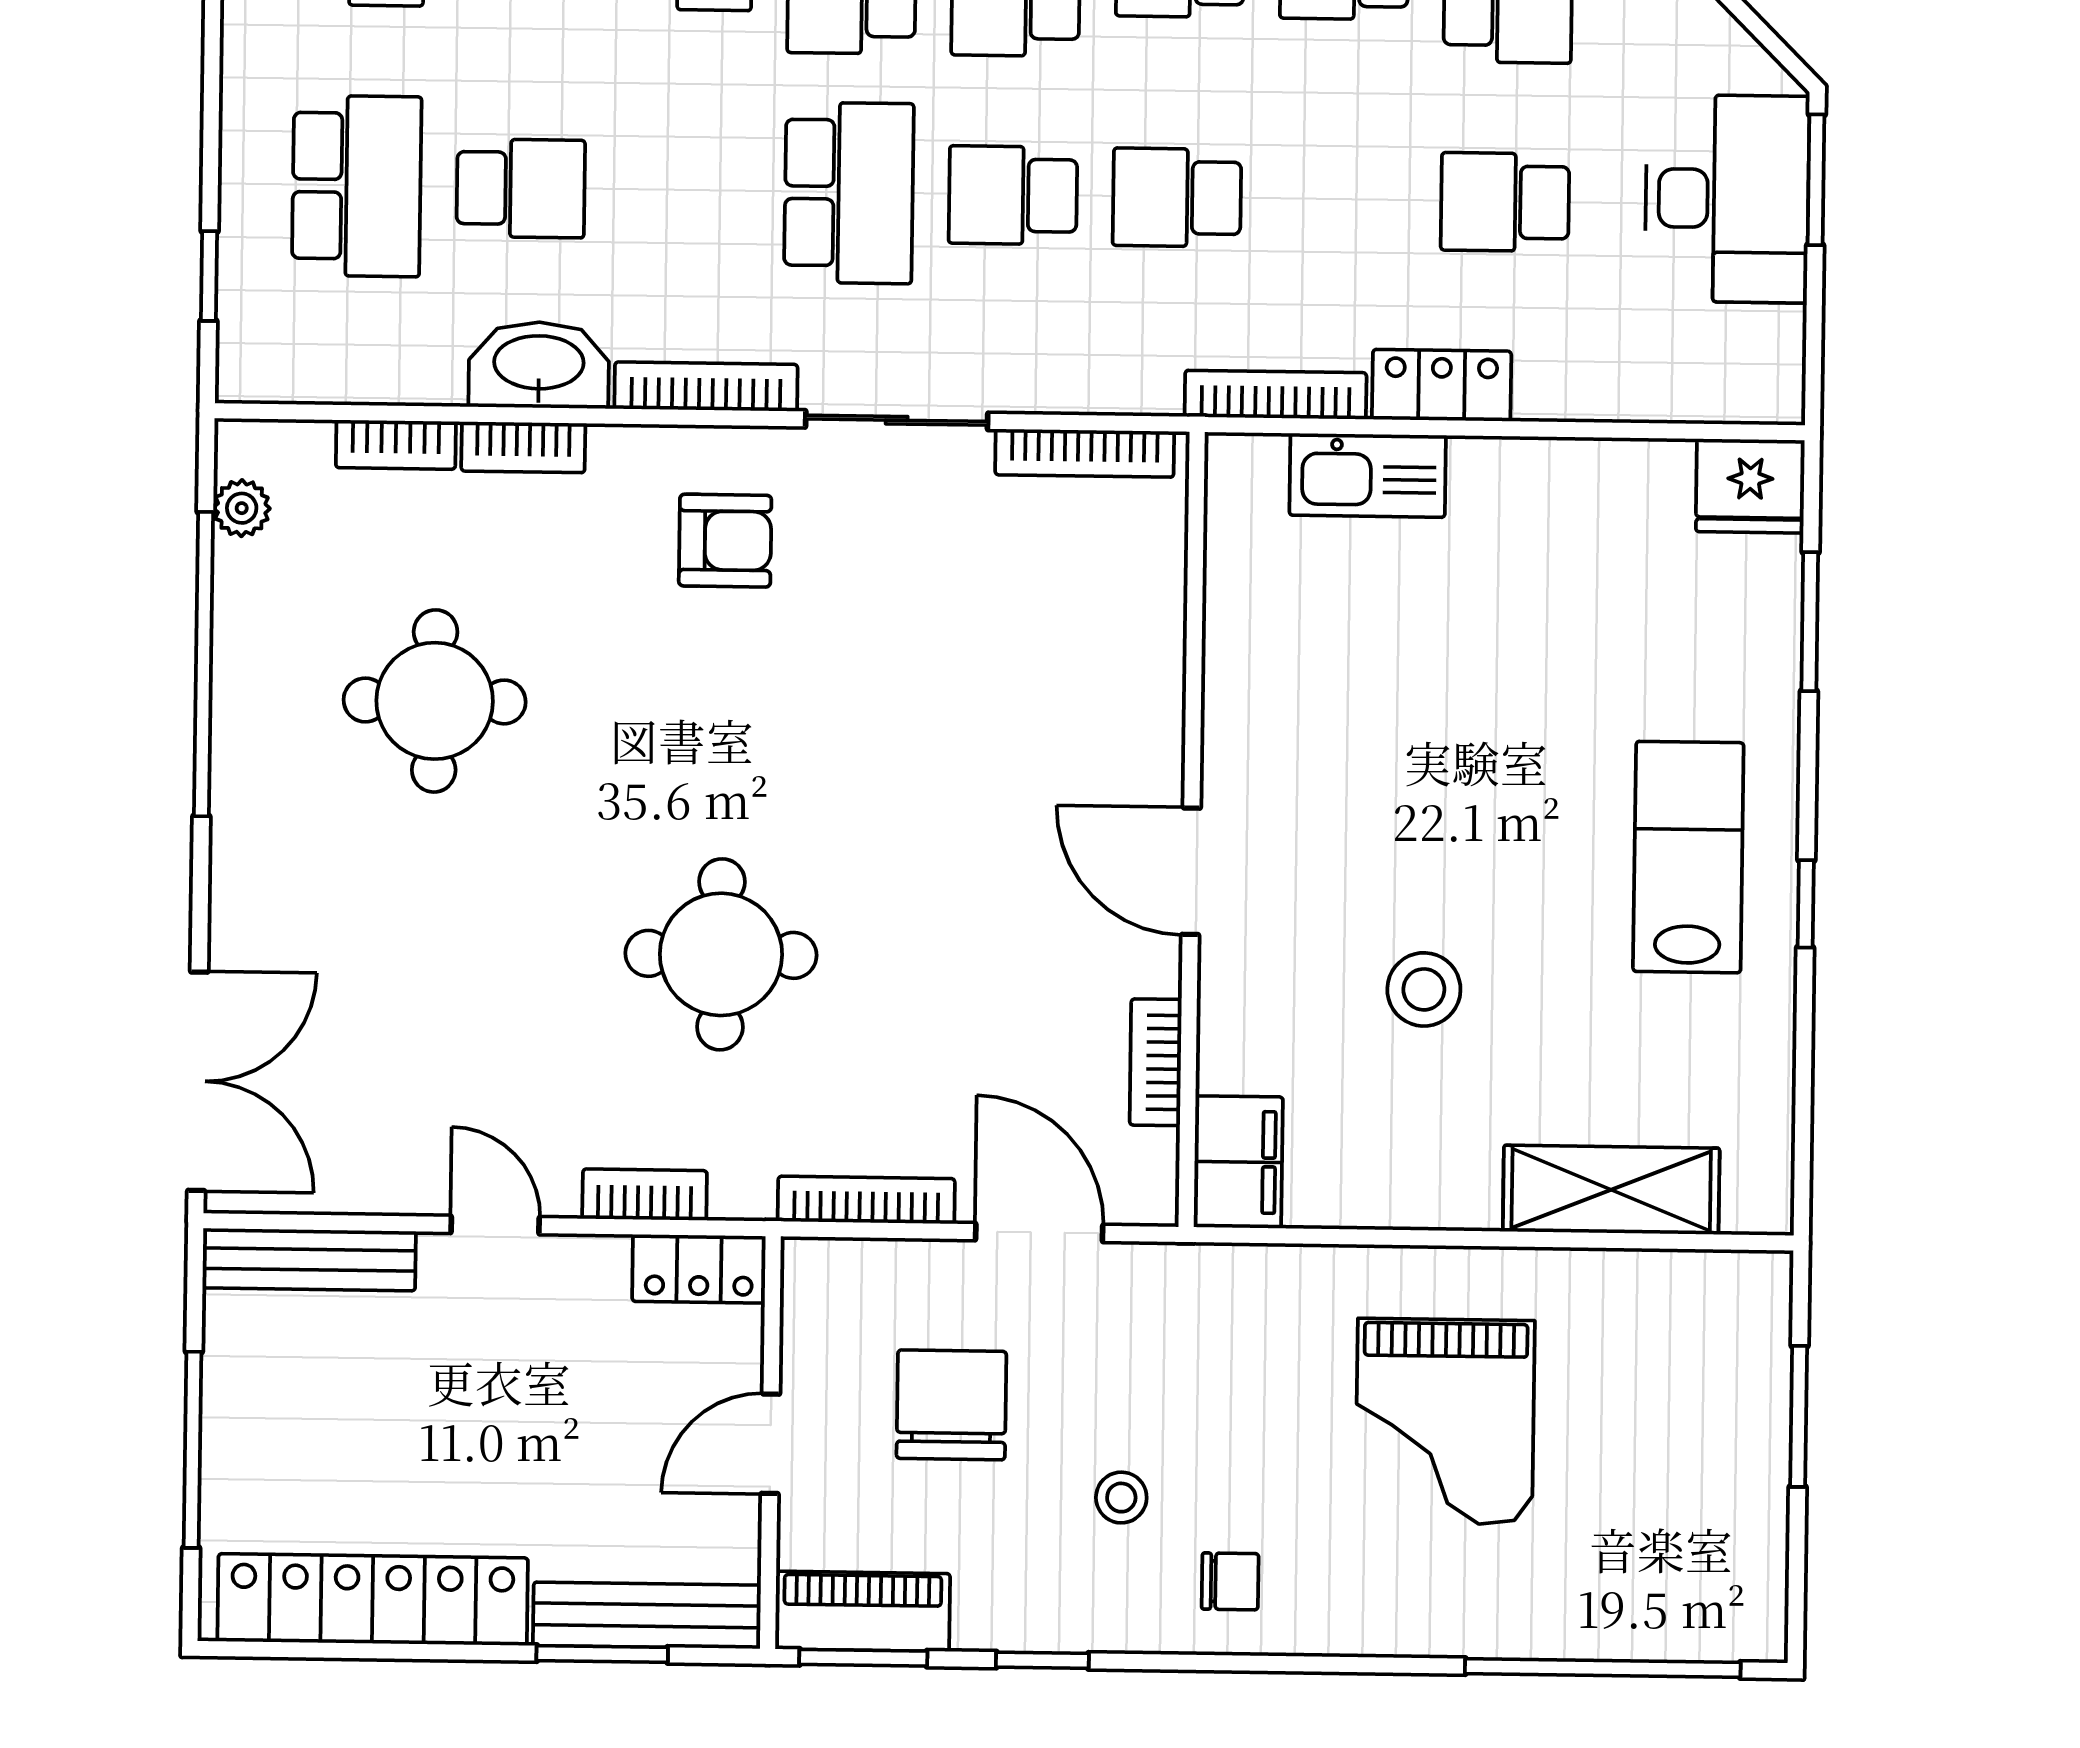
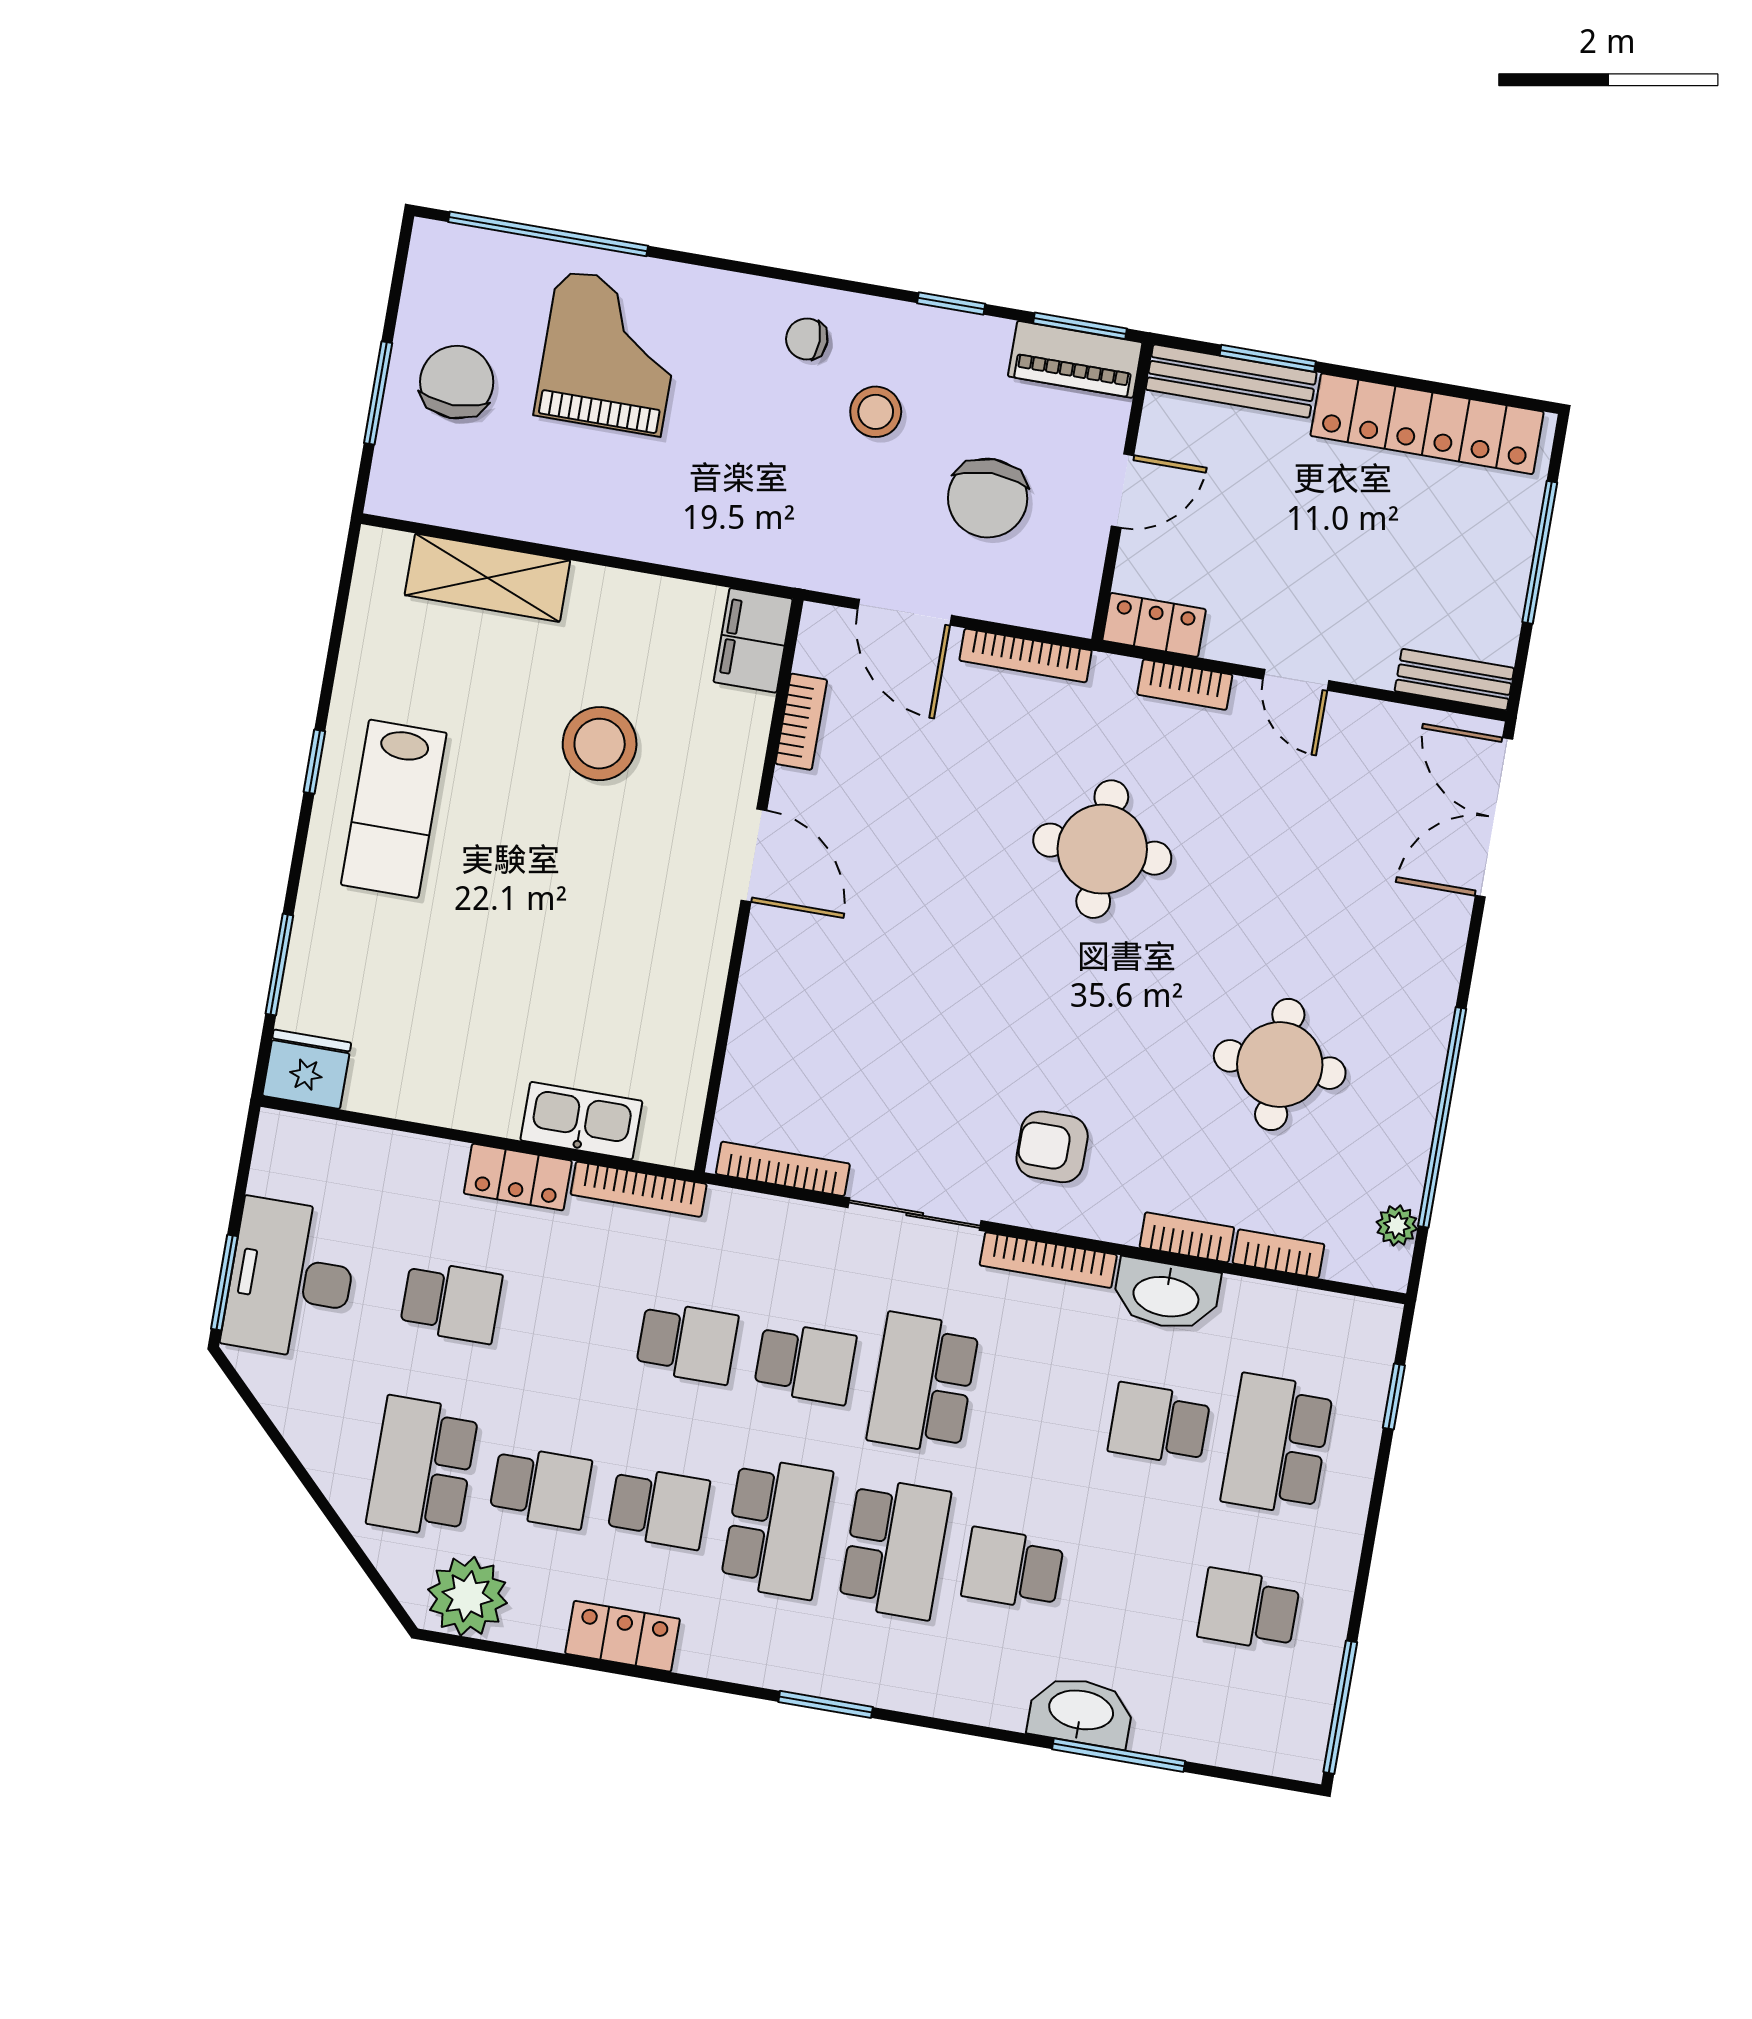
stool: (1424, 989) -> (600, 744), width x1.38, depth x1.38
bench: (309, 1260) -> (1454, 680), width x0.73
grand piano: (1445, 1421) -> (609, 353), moved
chair: (1695, 1448) -> (457, 382), added
stool: (1121, 1498) -> (876, 412), width x1.37, depth x1.37

